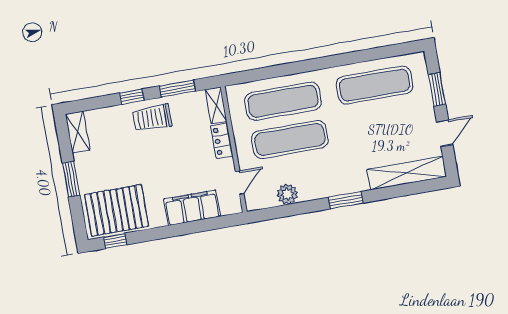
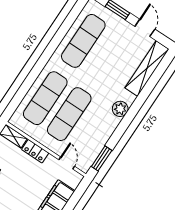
plant: (287, 194) -> (120, 109), moved
window: (346, 200) -> (102, 158), moved

